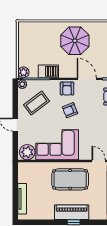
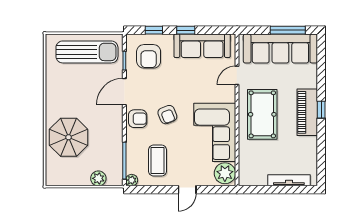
parasol: (75, 41) -> (69, 137), moved
barbecue: (48, 71) -> (114, 144), removed
plant: (23, 72) -> (98, 178), moved
coffee table: (36, 103) -> (158, 161), turned 37

